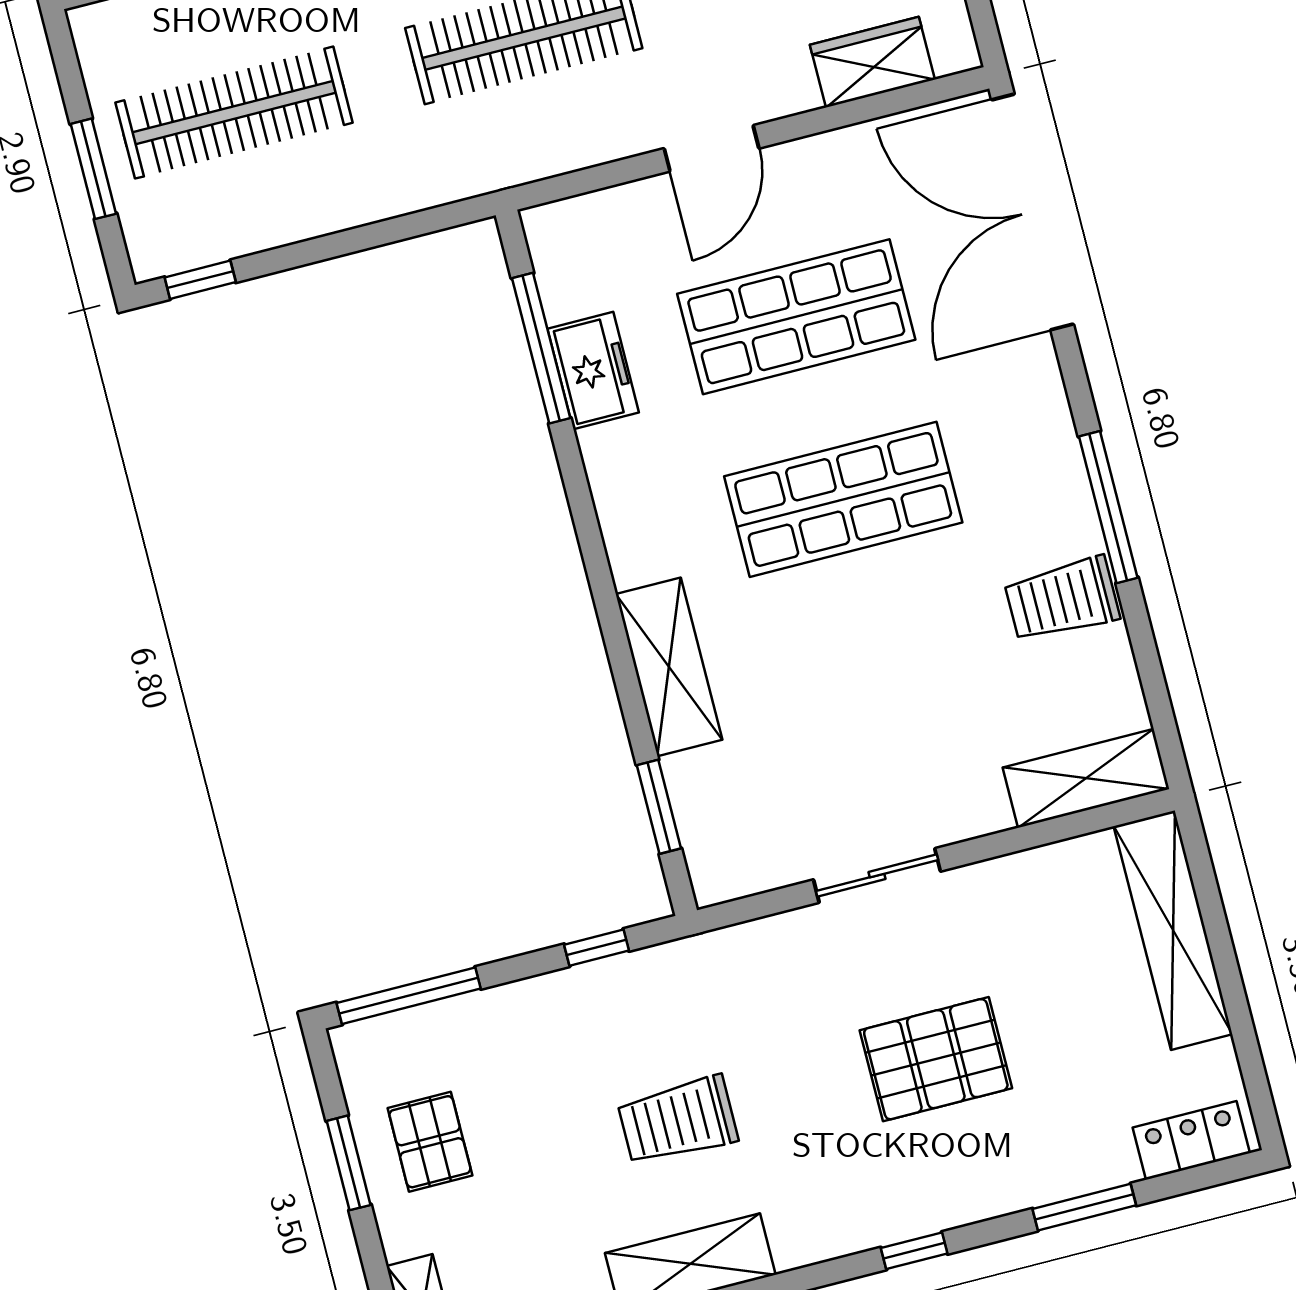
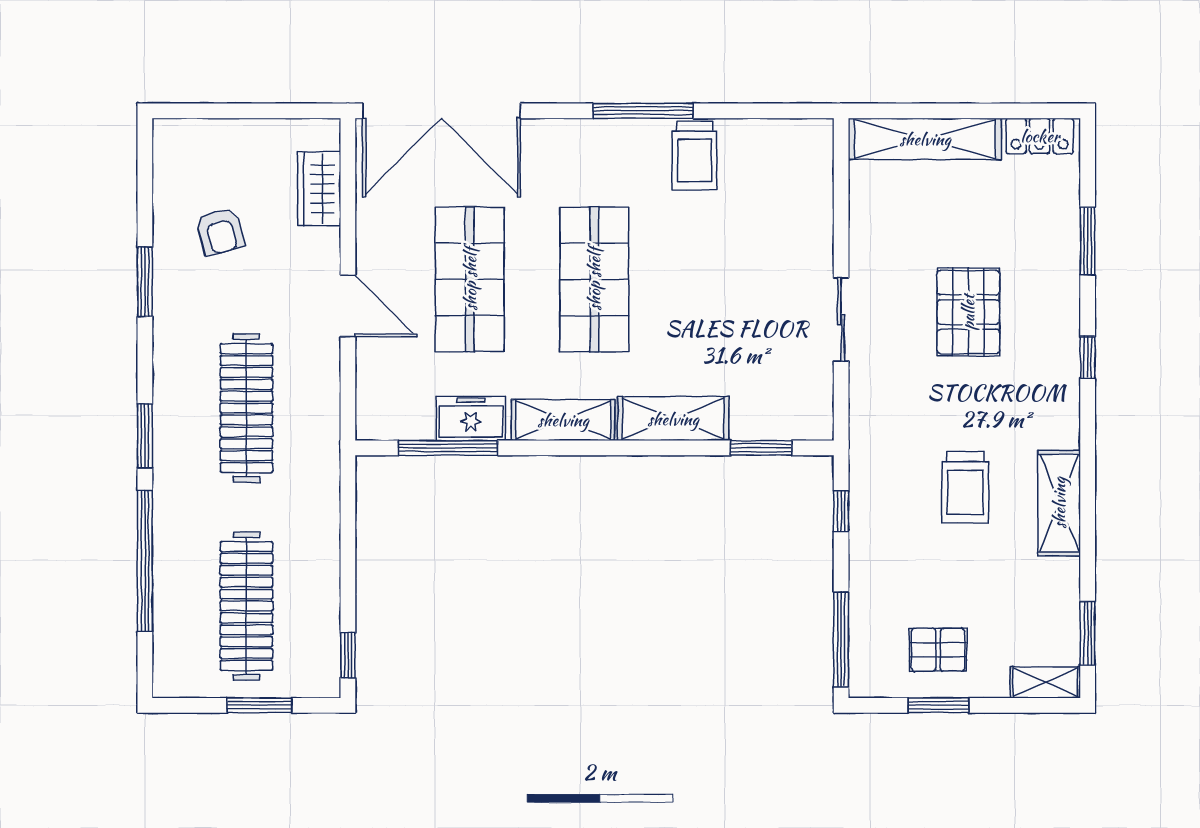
shelving: (1086, 778) -> (563, 420), moved, turned 90
locker: (1191, 1140) -> (1040, 136), moved, turned -90

